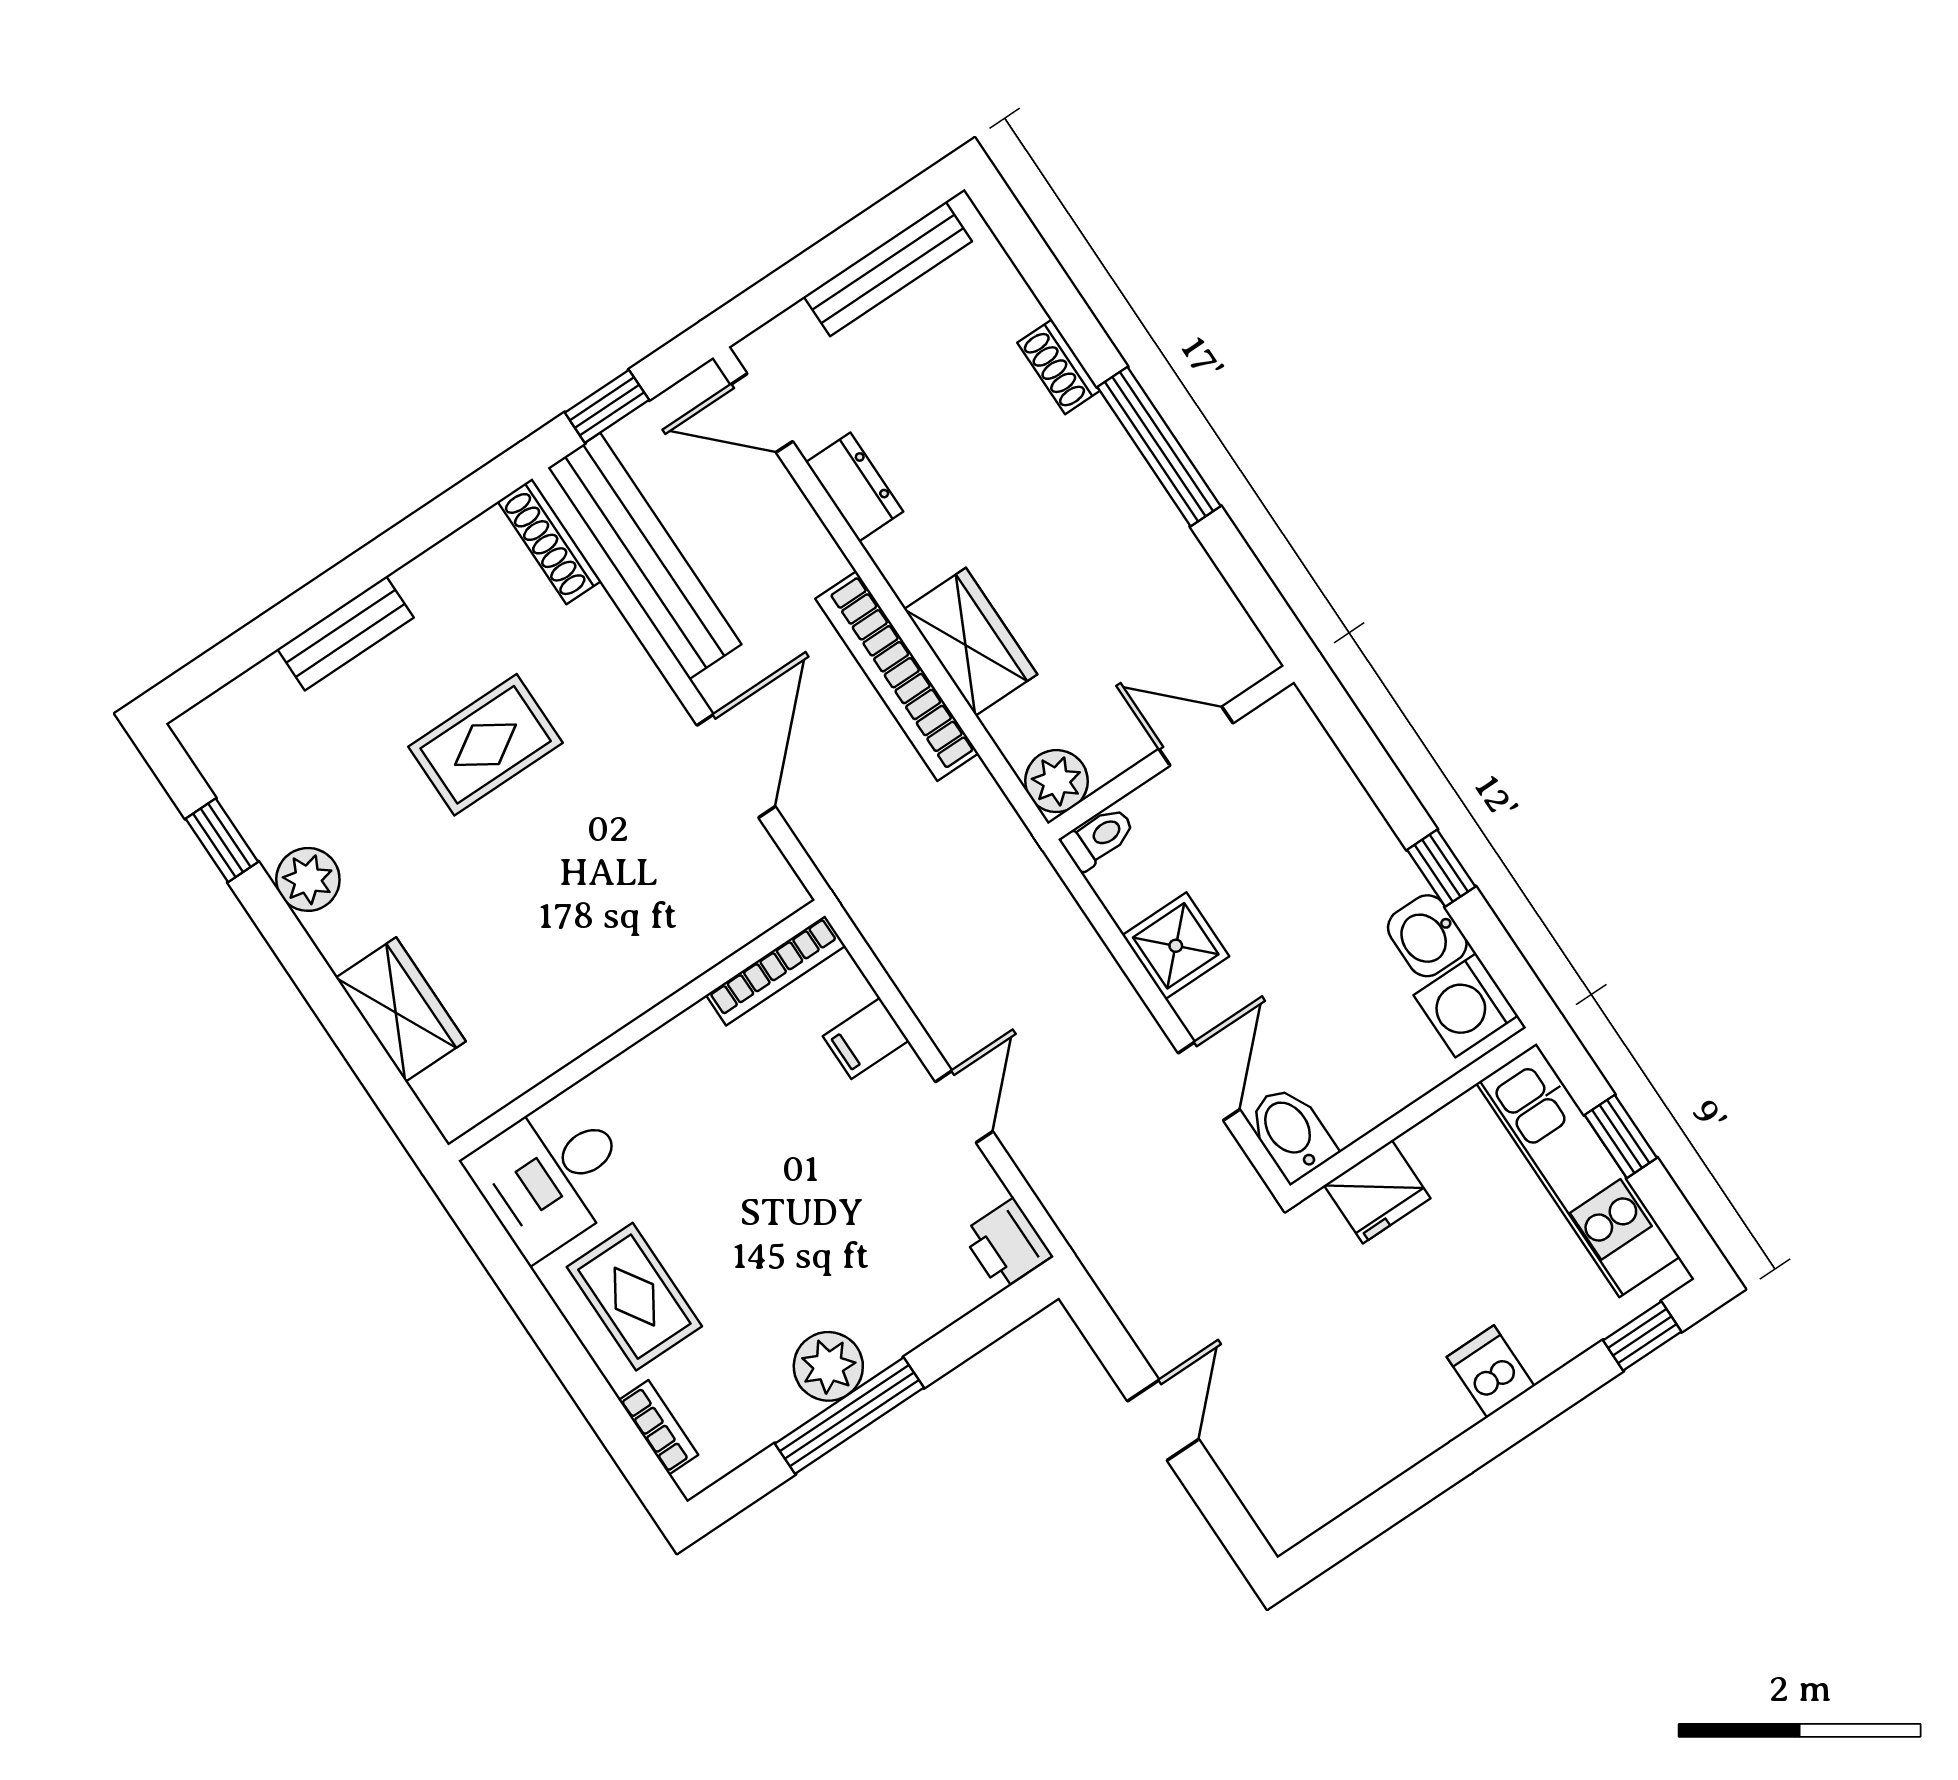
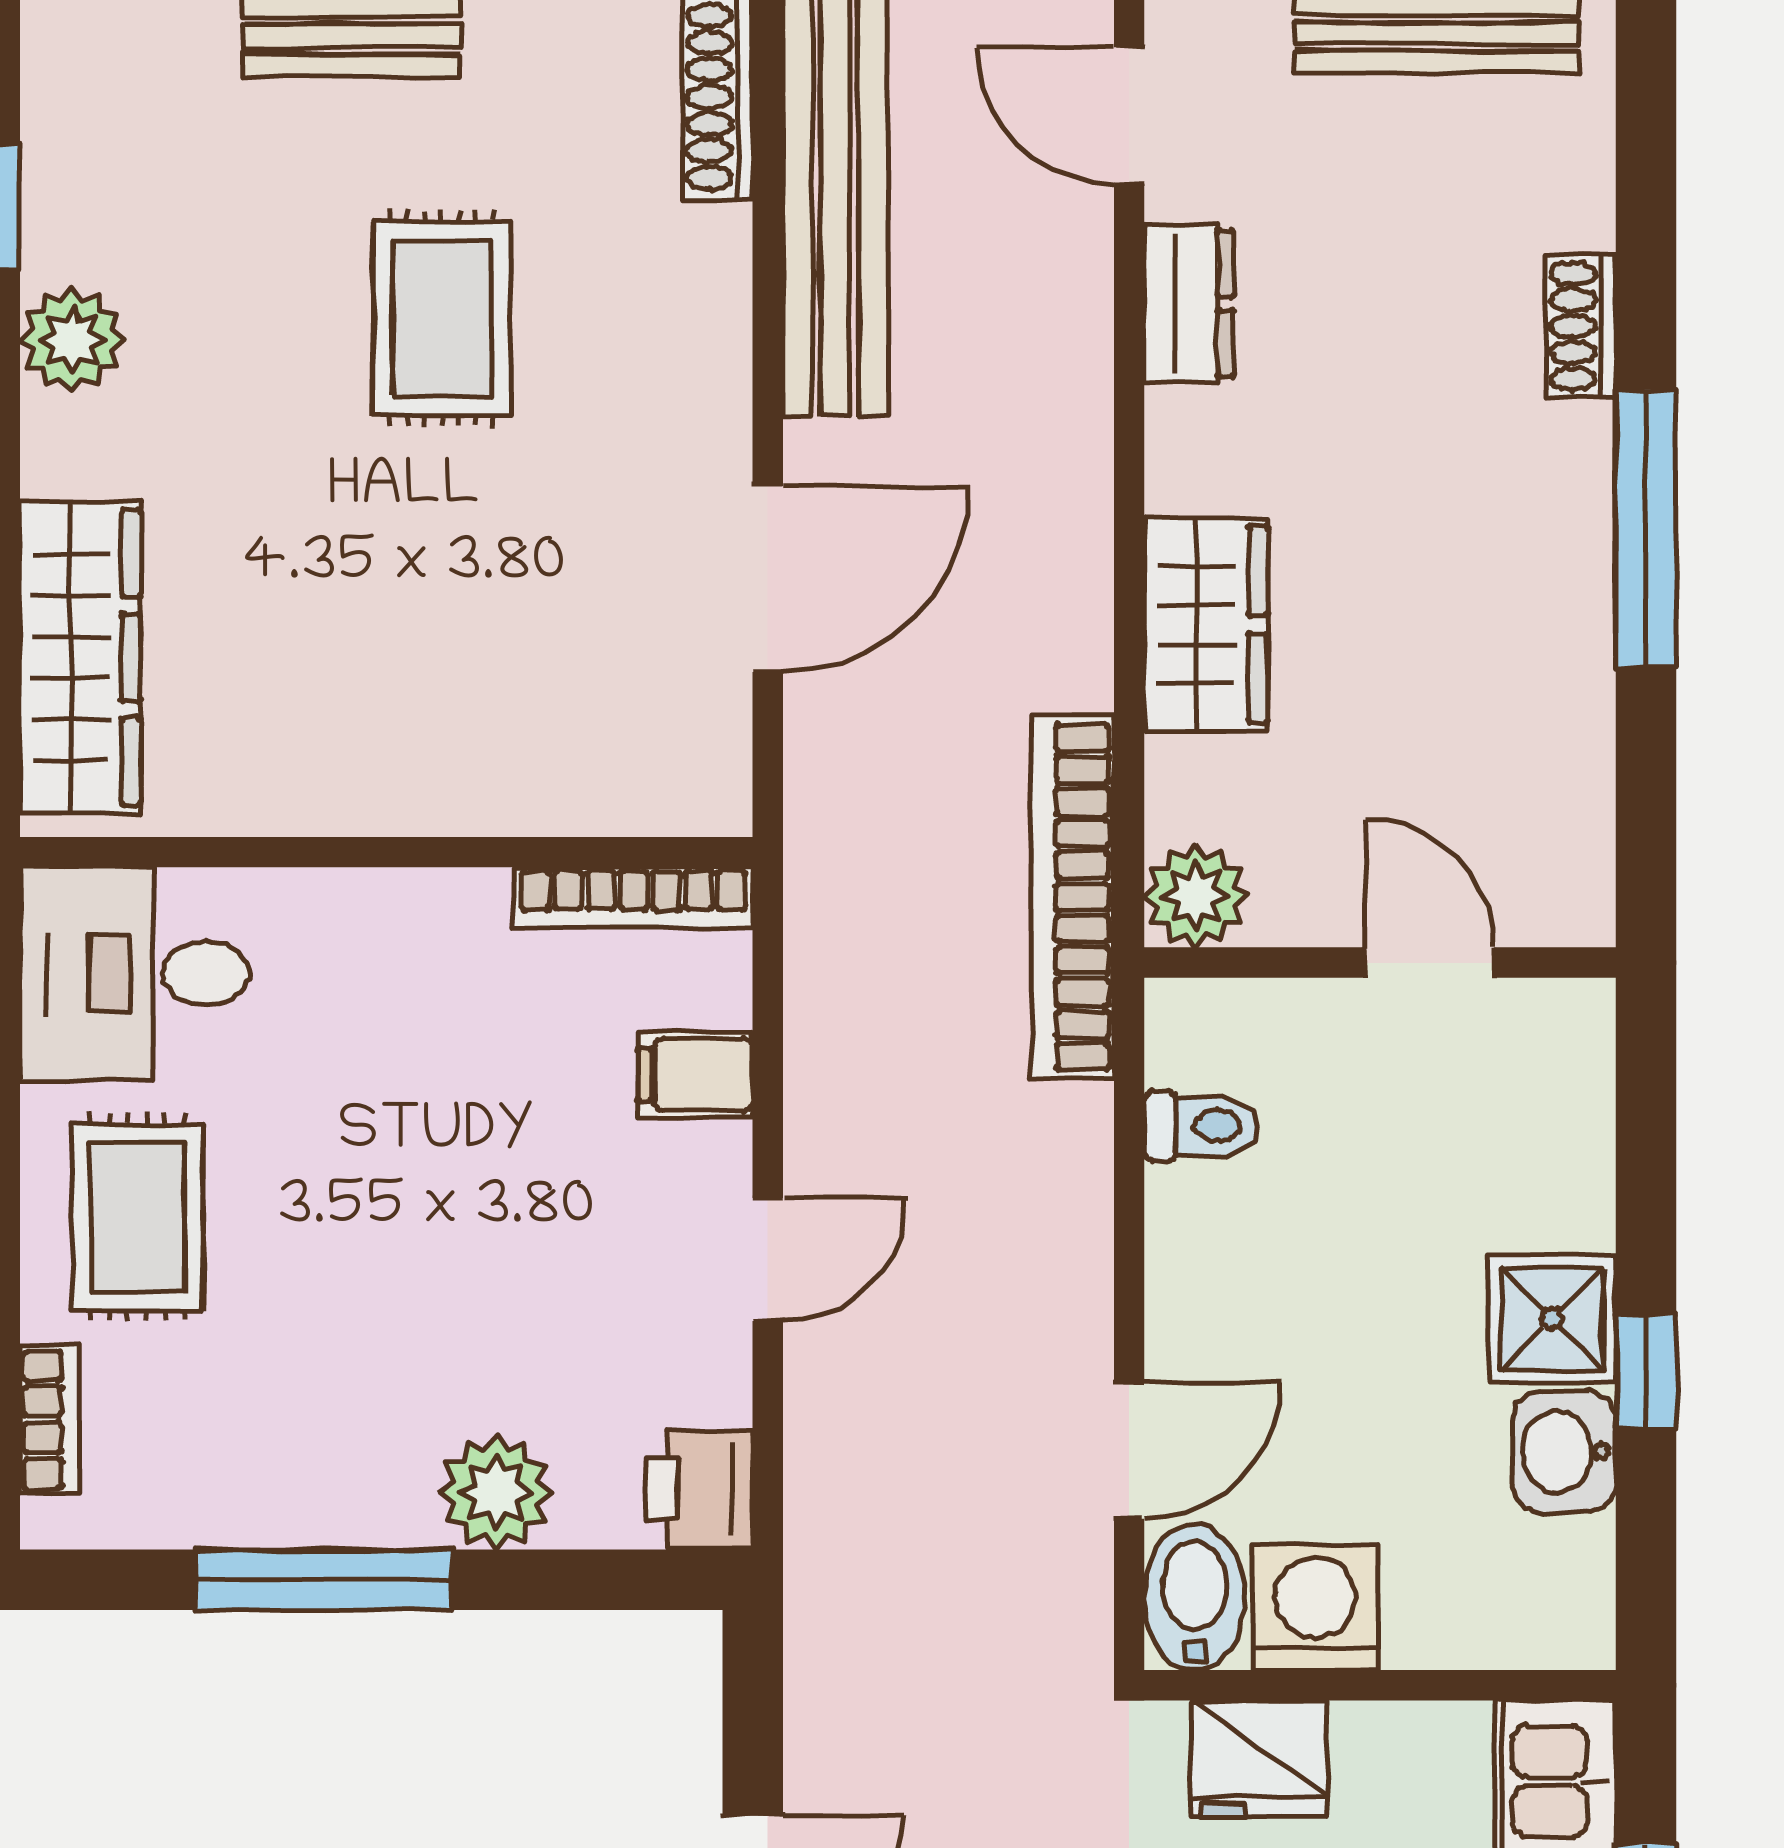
bookcase: (897, 676) -> (1073, 897), moved
rug: (486, 745) -> (442, 318), turned 90
toilet: (1098, 838) -> (1201, 1126), moved
shower: (1176, 946) -> (1552, 1319), moved
washing machine: (1466, 1005) -> (1316, 1608), moved, turned 90
wardrobe: (401, 1010) -> (80, 657), width x1.50
plant: (828, 1366) -> (496, 1493), moved

